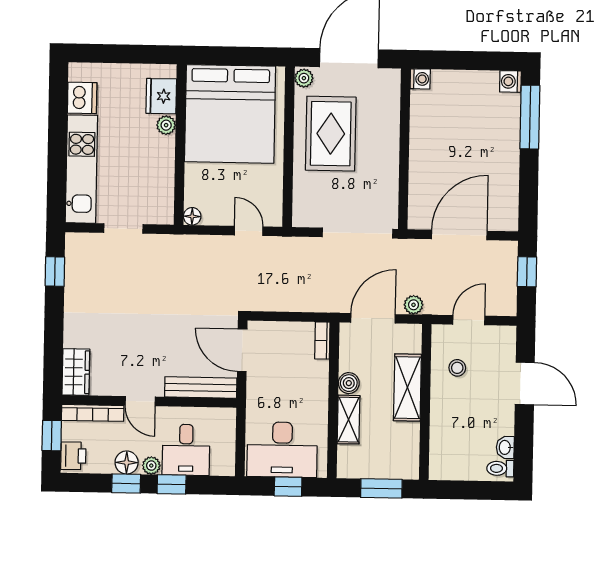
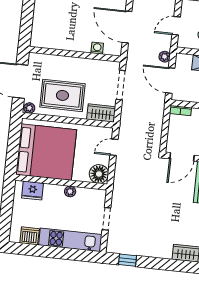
washing machine: (420, 79) -> (97, 48), moved
plant: (166, 125) -> (70, 191), moved
wardrobe: (306, 203) -> (101, 113), added
floor lamp: (192, 216) -> (99, 174), width x1.89, depth x1.89
doorway: (358, 233) -> (121, 85), width x0.73
door: (469, 320) -> (176, 26), hinge flipped

